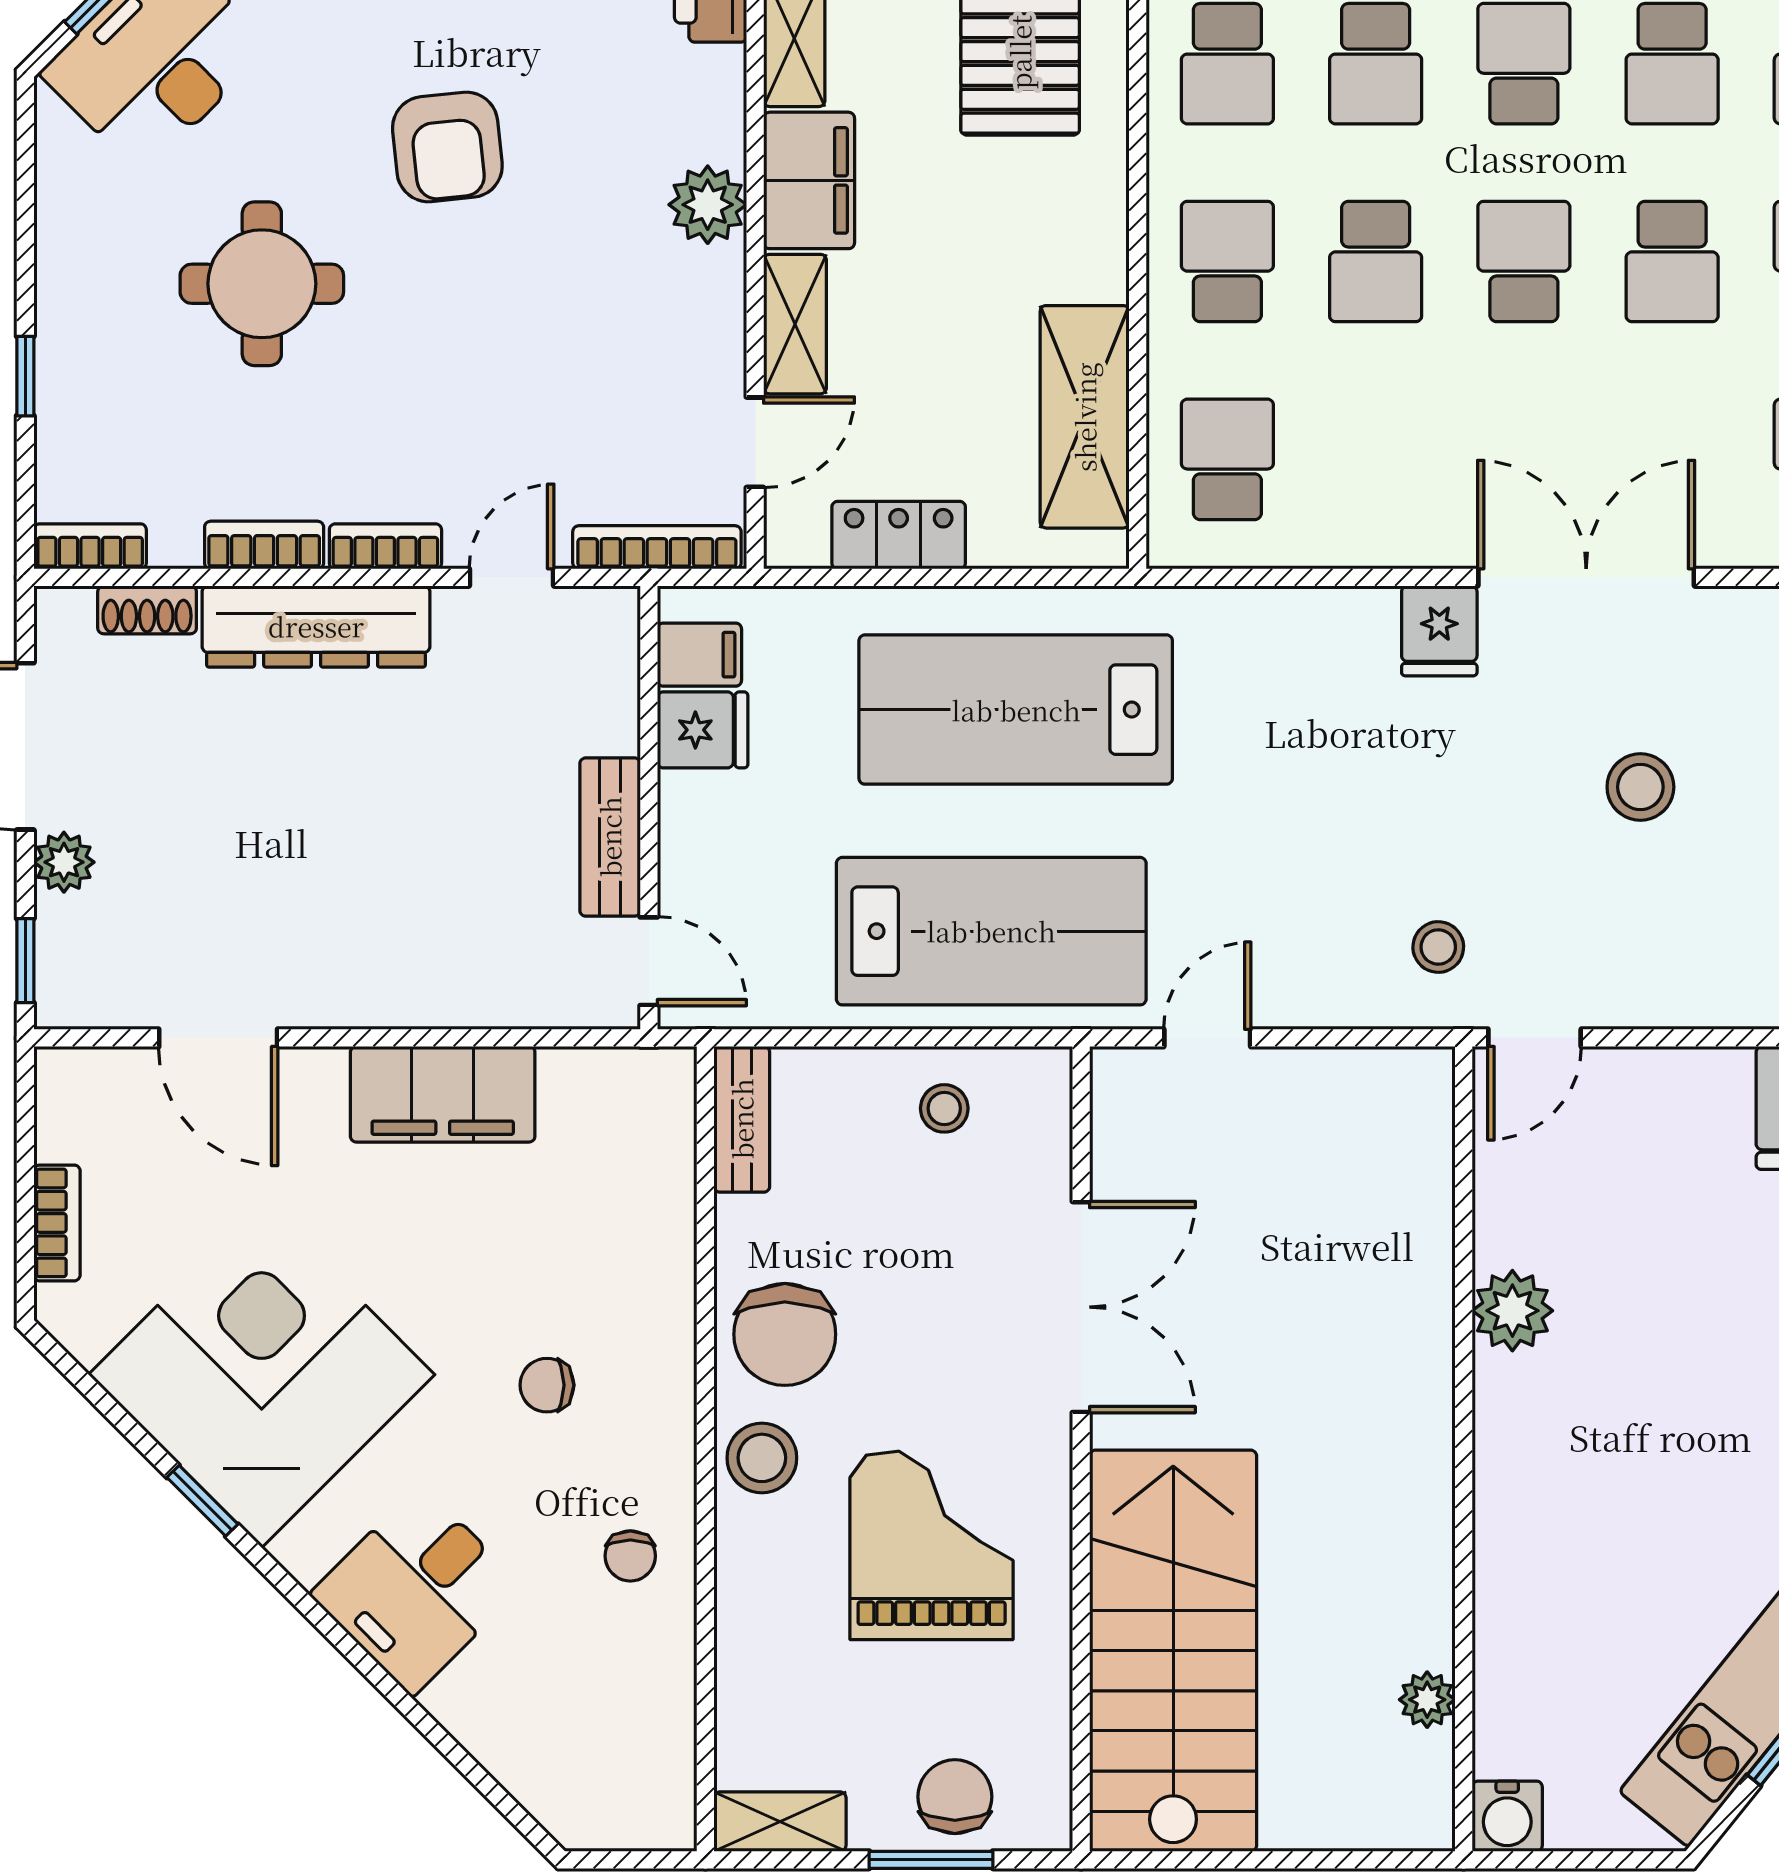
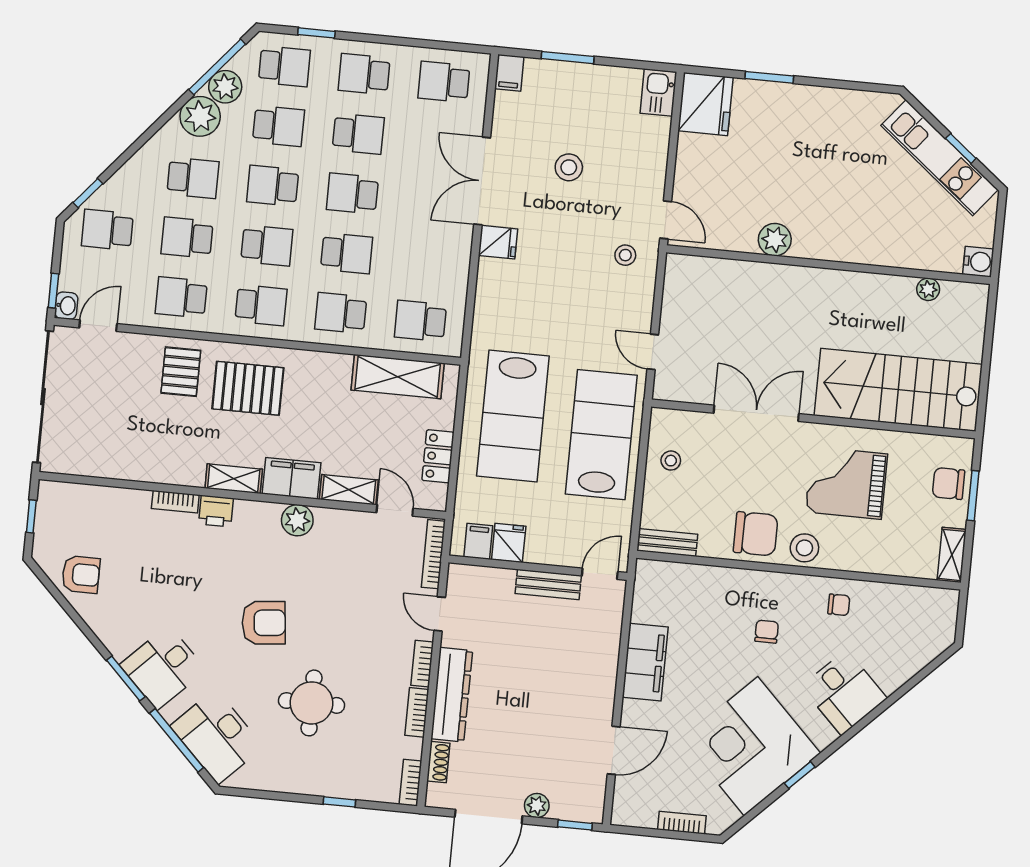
chair: (547, 1385) -> (767, 632), turned 180

